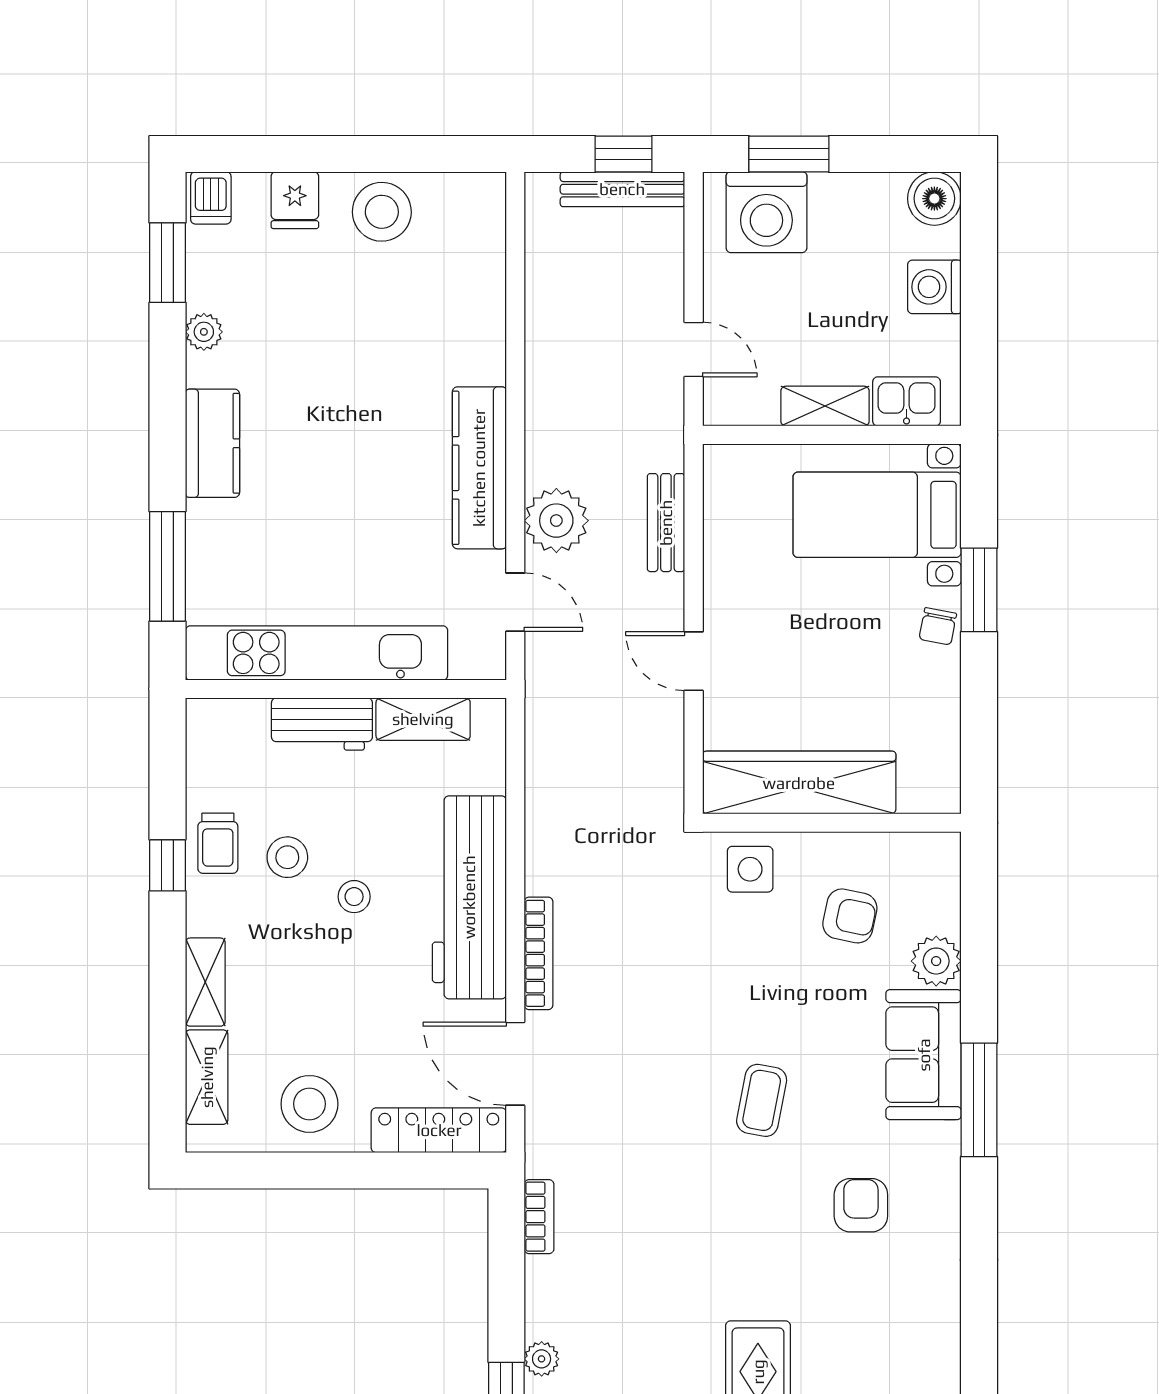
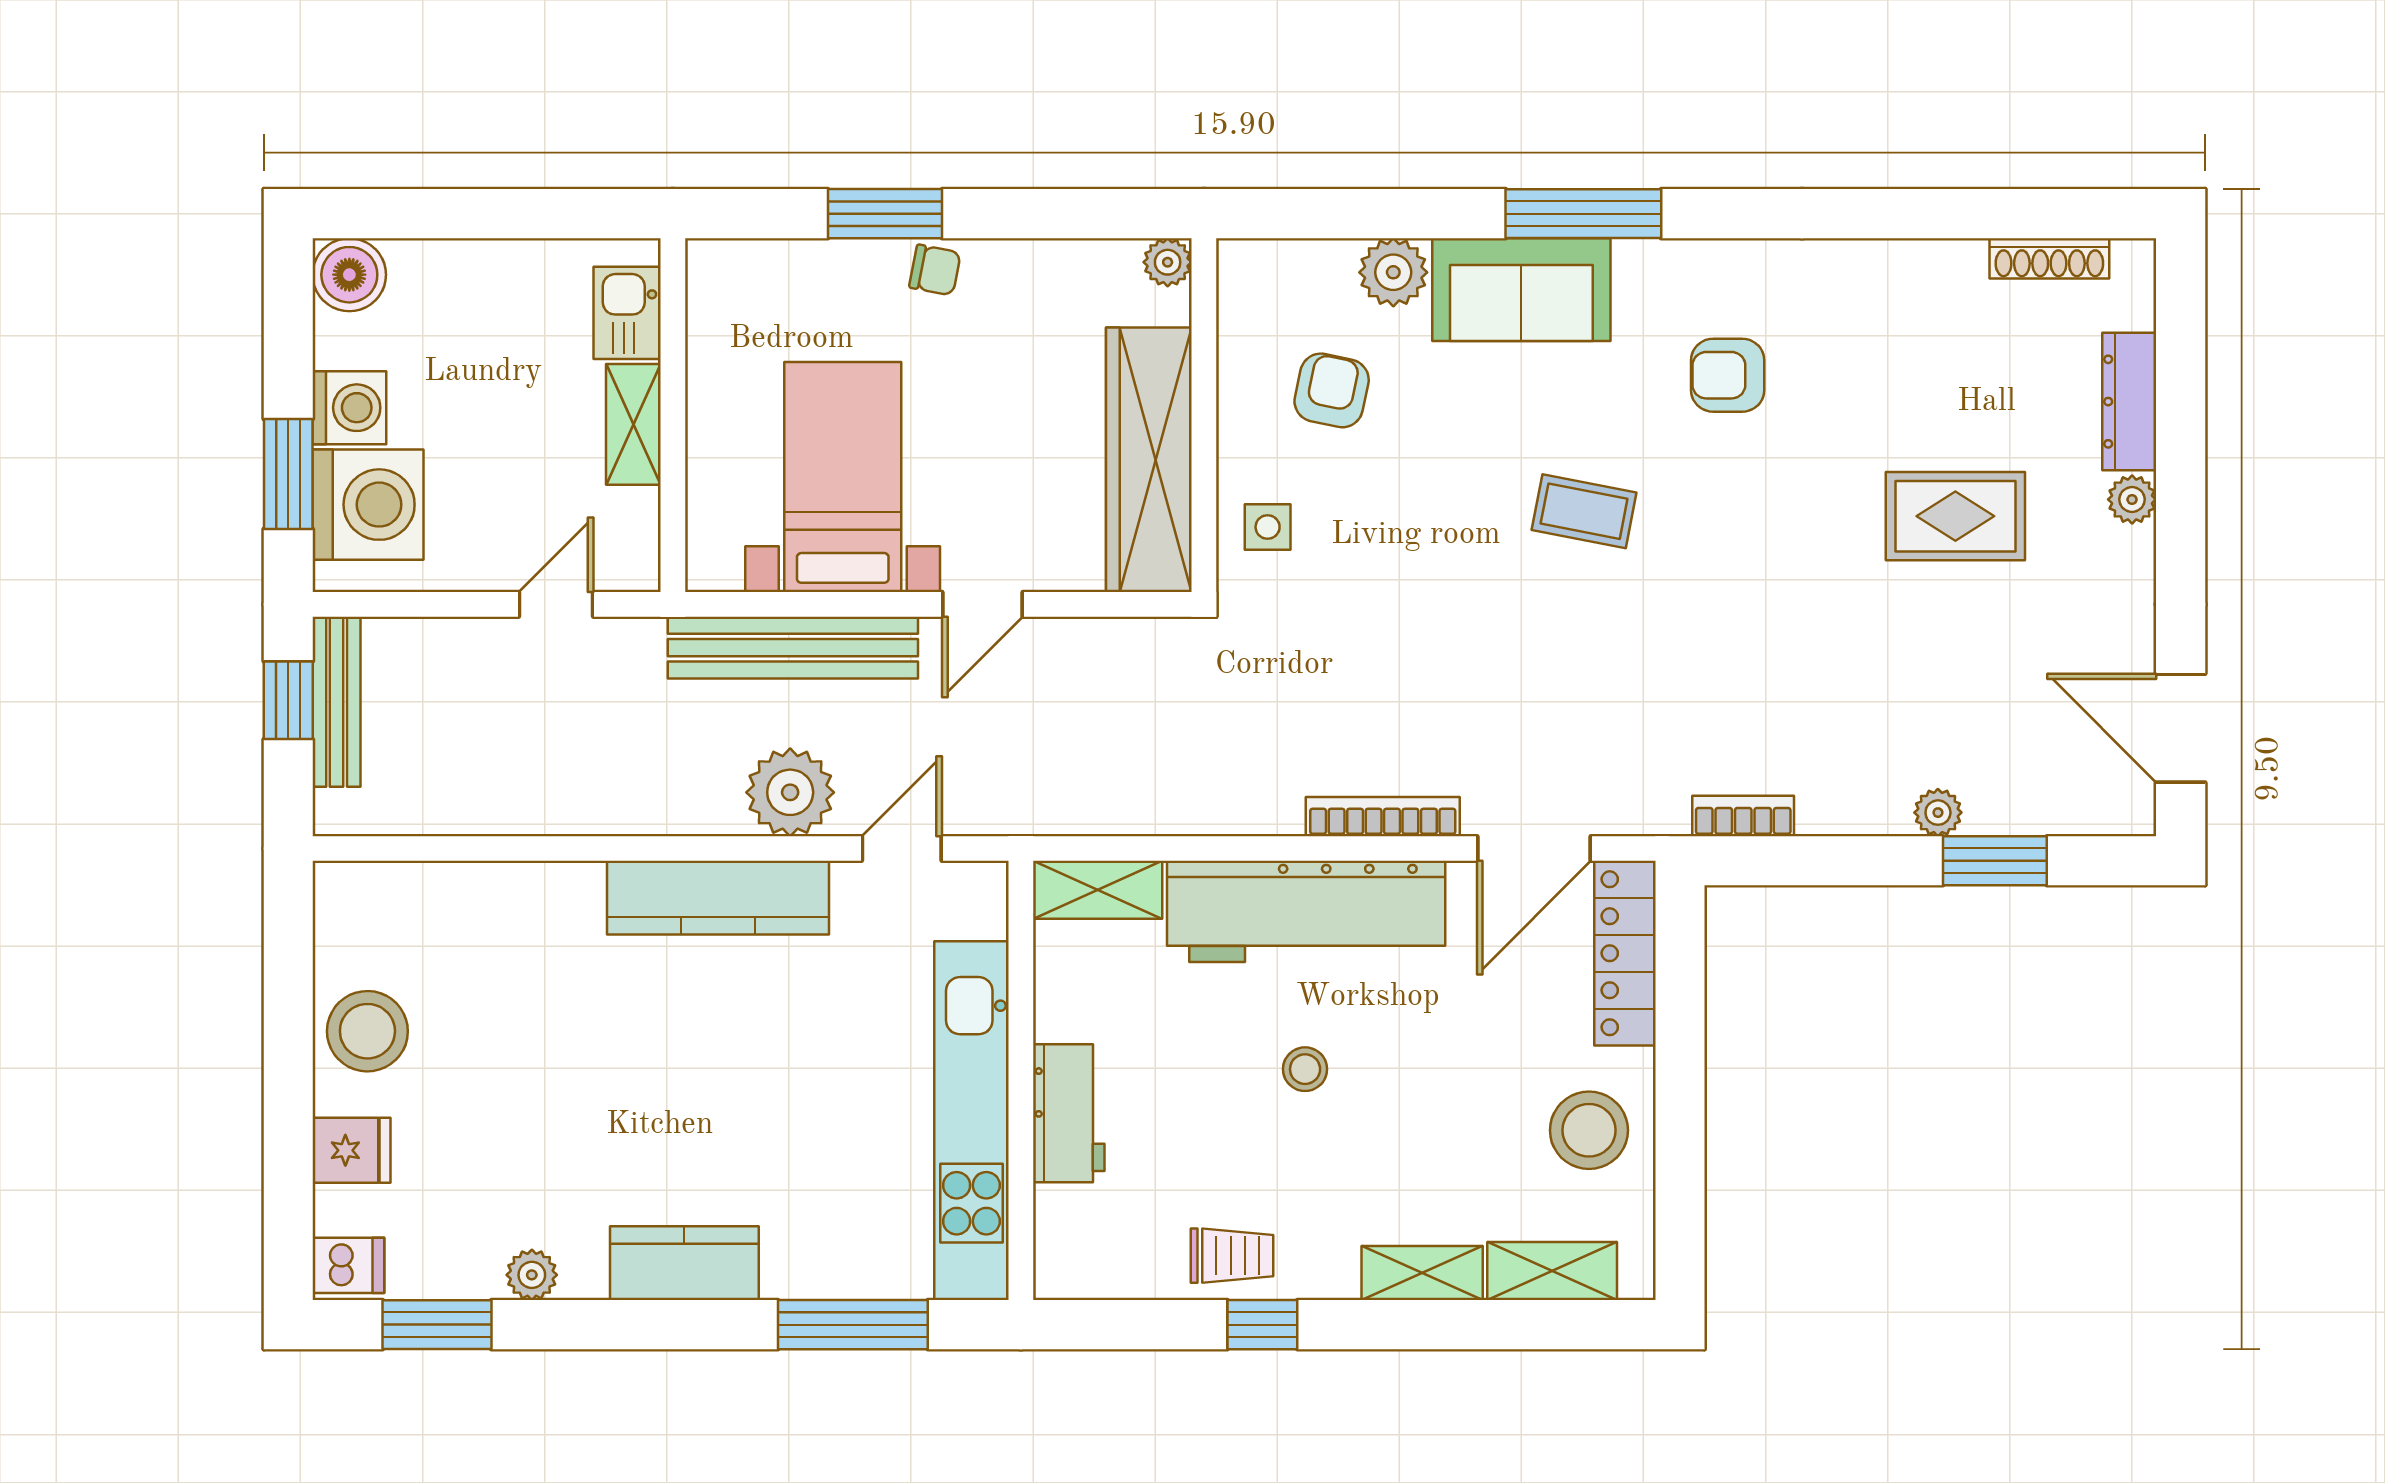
washing machine: (934, 287) -> (349, 408), moved, turned -90
bed with nightstands: (877, 515) -> (843, 477), moved, turned 180
bench: (666, 523) -> (793, 648), width x1.86, depth x1.21
shelving: (423, 719) -> (1098, 890), moved, turned 90
plant: (944, 796) -> (1168, 262), added
stool: (287, 857) -> (1251, 1161), removed
side table: (750, 869) -> (1268, 527), width x0.73, depth x0.73

